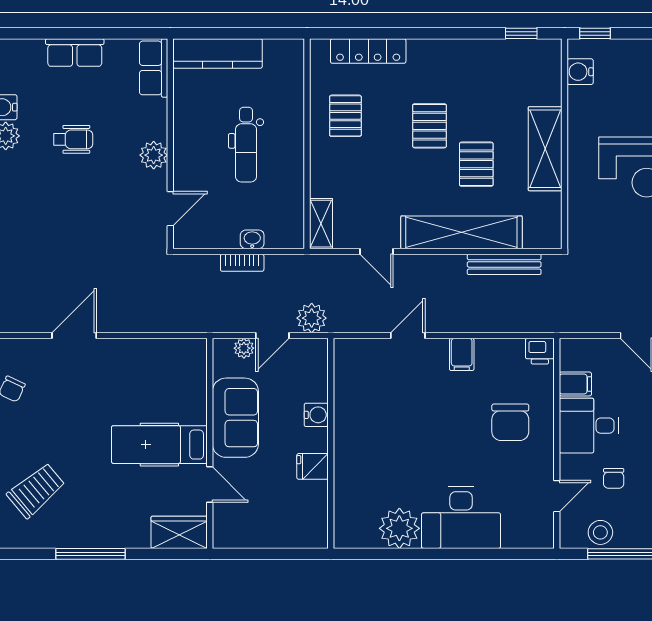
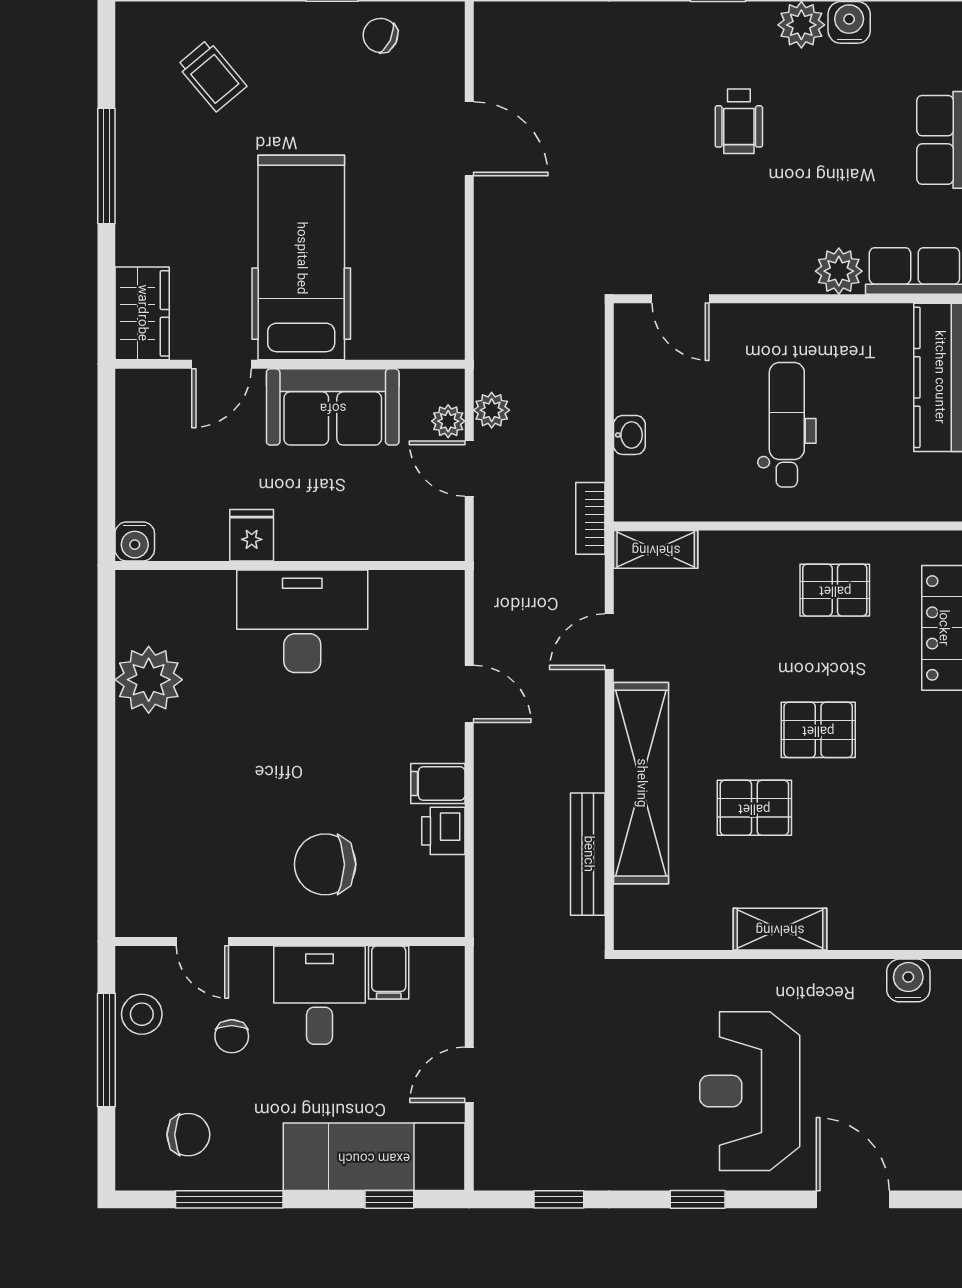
wheelchair: (73, 139) -> (739, 121), moved
dental chair: (246, 145) -> (787, 425), turned 90
shelving: (545, 149) -> (780, 929), width x0.67, depth x0.75
plant: (154, 155) -> (839, 271), moved
bookcase: (242, 263) -> (590, 518), moved
plant: (312, 318) -> (492, 410), moved, width x0.73, depth x0.73
printer: (540, 351) -> (443, 831), moved
water cooler: (316, 415) -> (135, 541), moved
hospital bed: (159, 445) -> (301, 258), width x1.37, depth x1.29
chair: (614, 478) -> (232, 1036), turned -90
trolley: (36, 490) -> (212, 76), width x0.73, depth x0.72
desk: (461, 518) -> (302, 621), moved, turned 90

